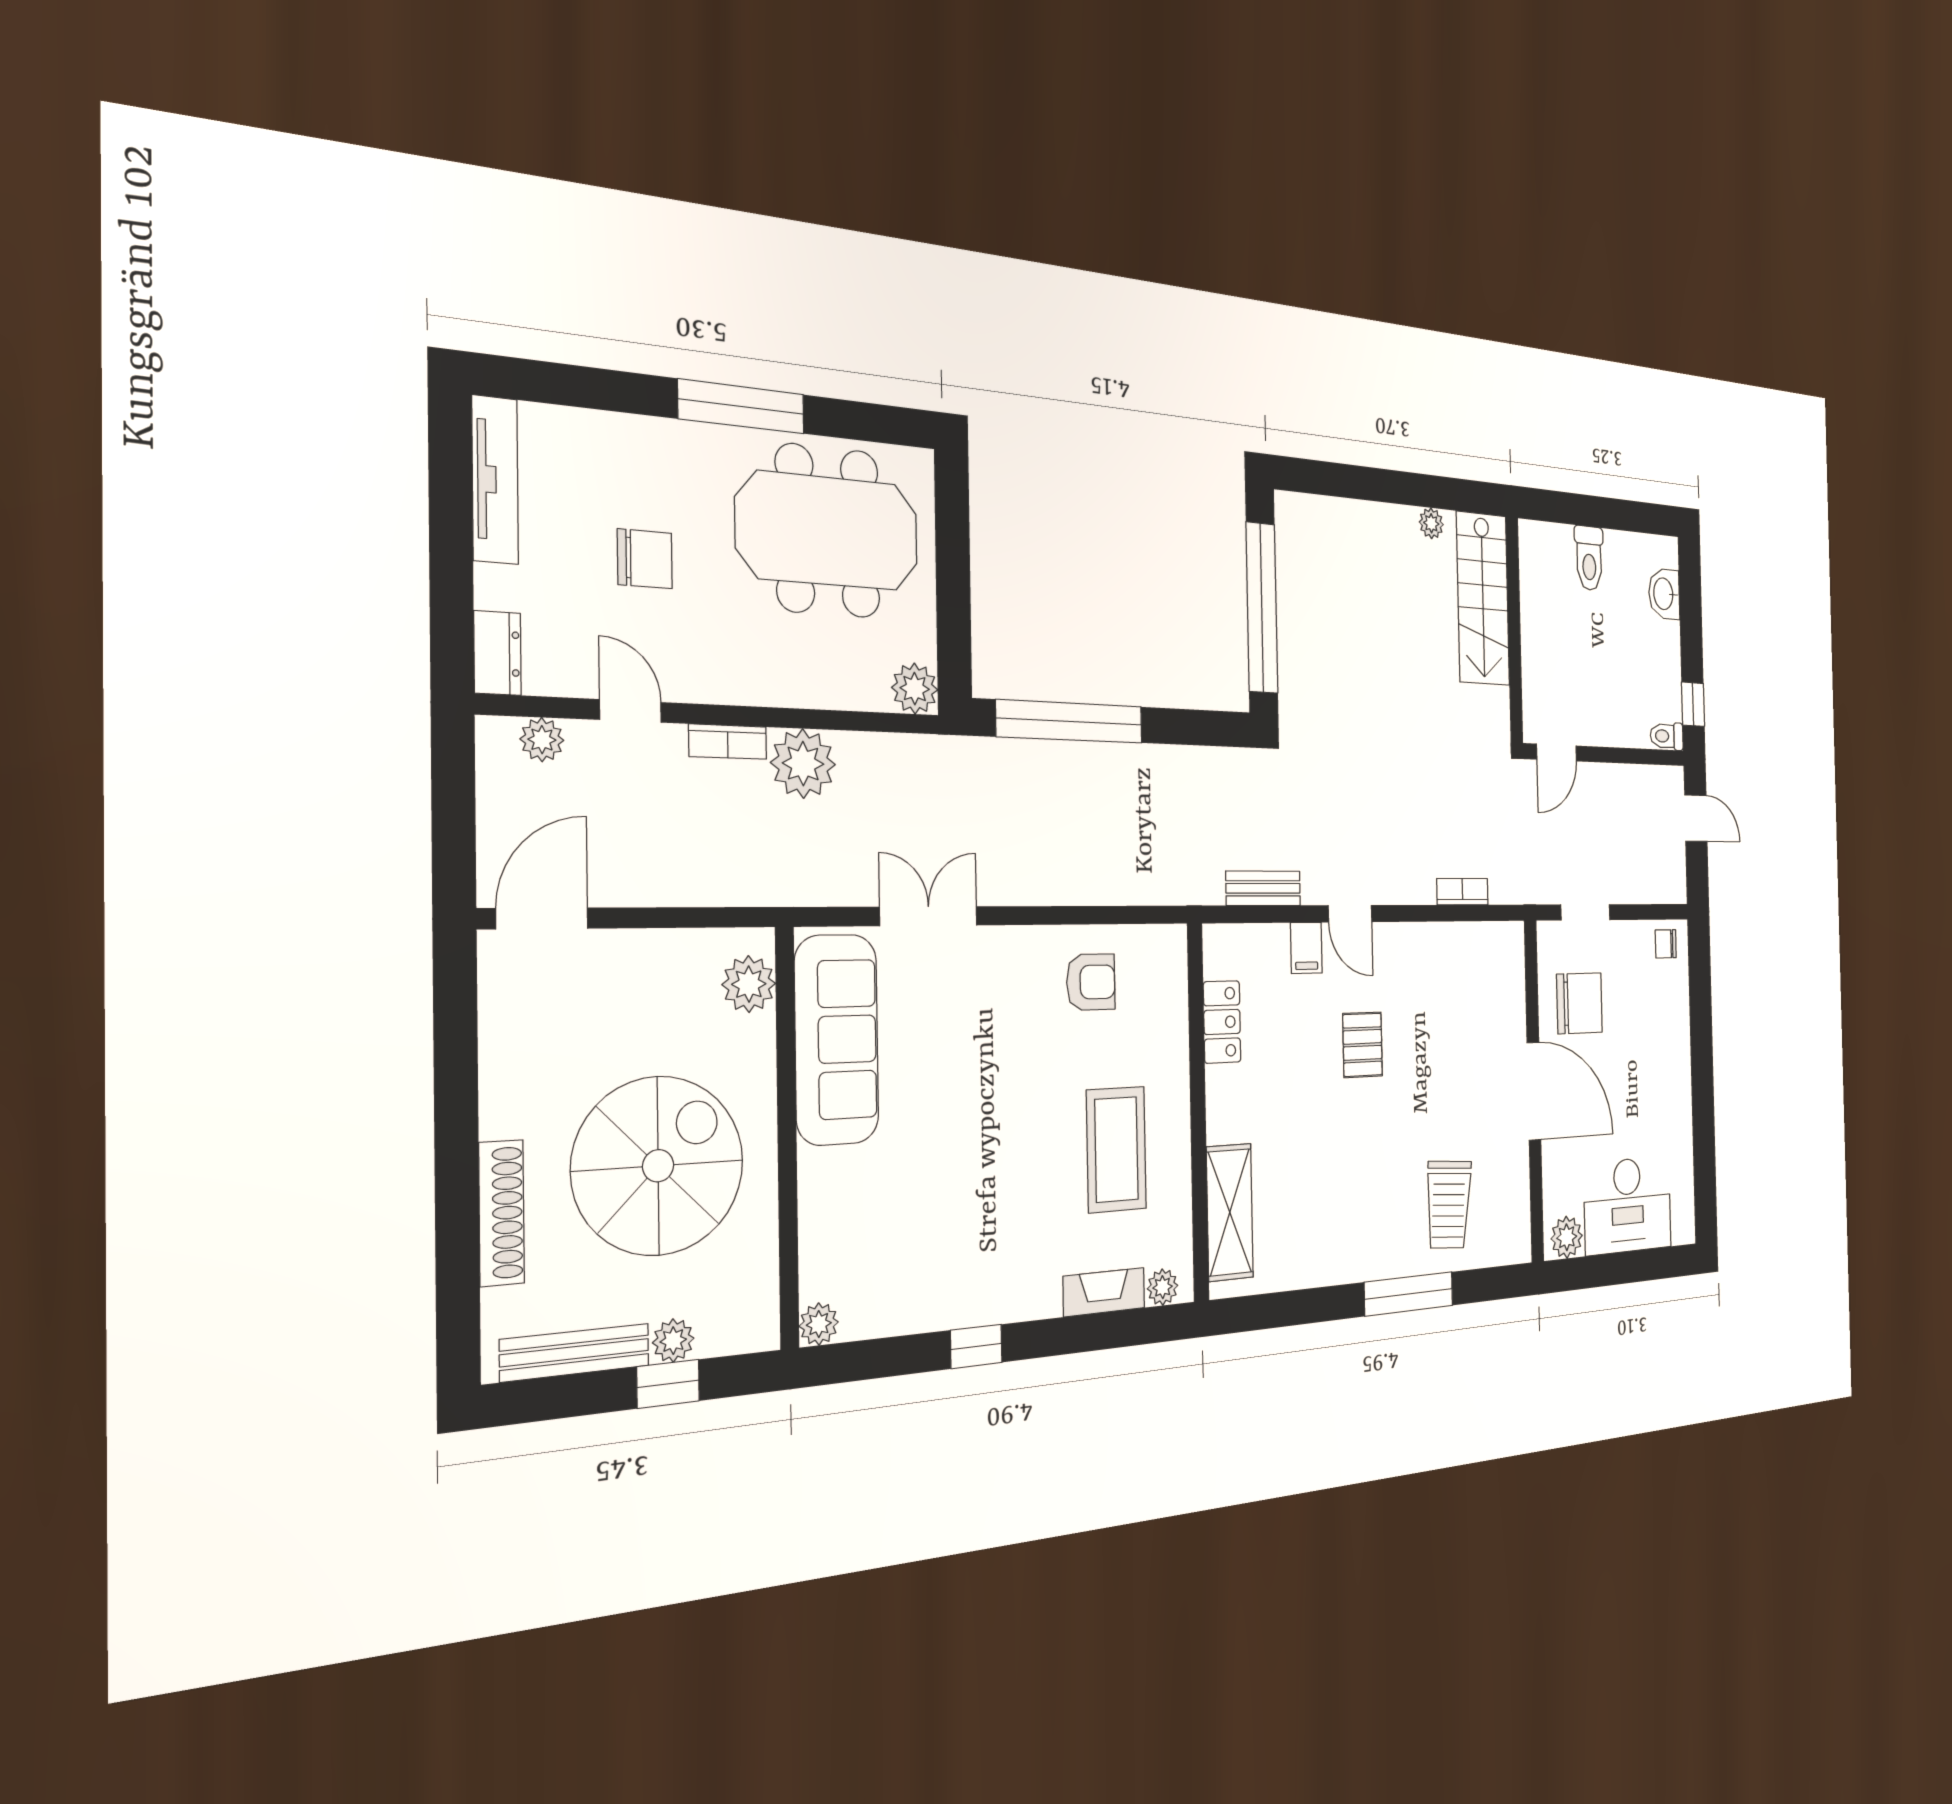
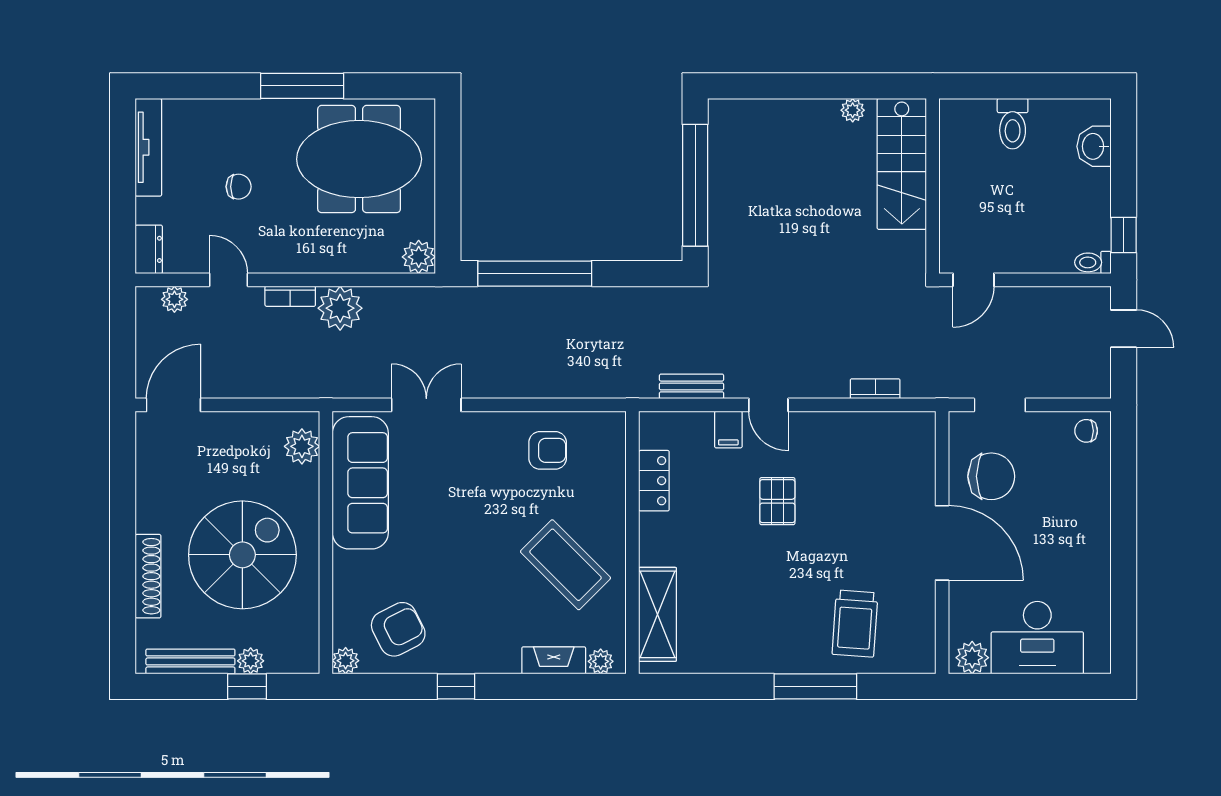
chair: (645, 559) -> (239, 187), width x0.73, depth x0.73
coffee table: (1116, 1149) -> (566, 565), turned -45
armchair: (894, 1267) -> (398, 629), added

